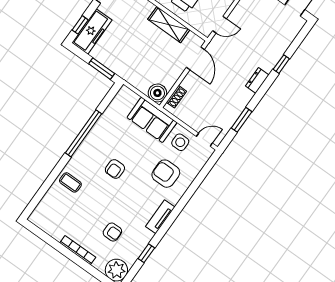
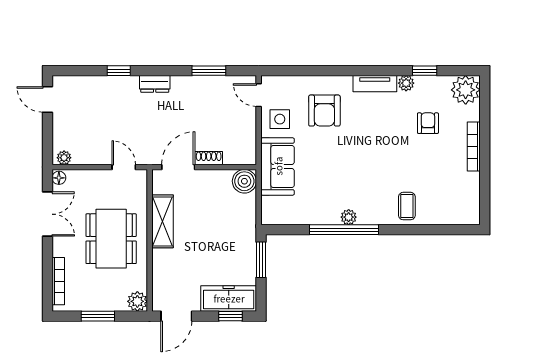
shoe rack: (176, 97) -> (209, 158), moved
plant: (89, 142) -> (349, 217), added
armchair: (115, 169) -> (358, 169), removed
plant: (147, 236) -> (406, 83), added

